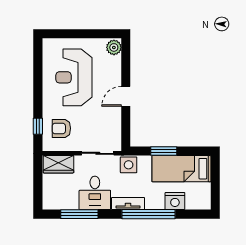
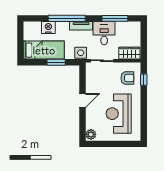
reception desk: (74, 77) -> (119, 114), turned 180

